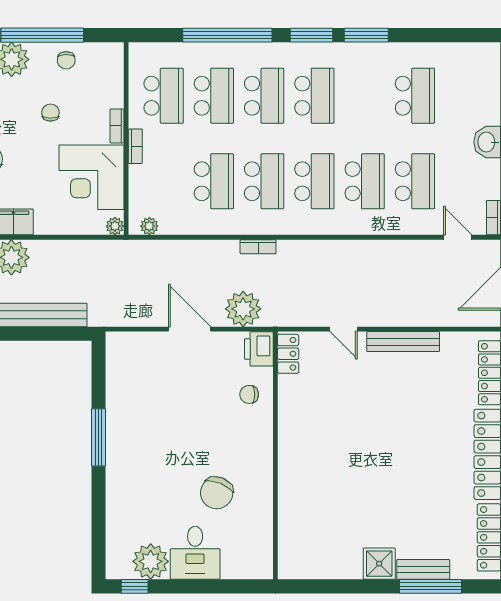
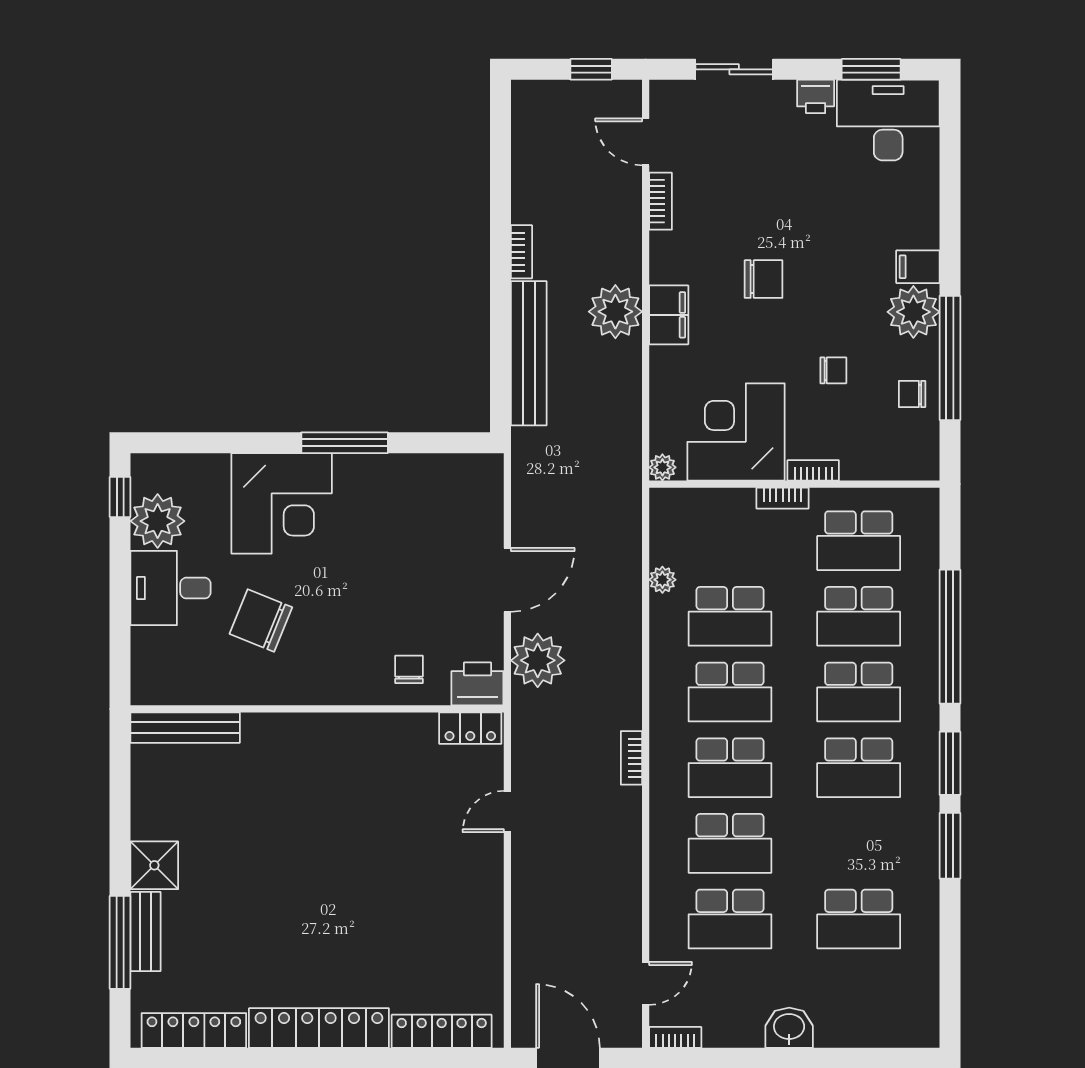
plant: (149, 226) -> (662, 580), moved
bookcase: (258, 247) -> (631, 758), moved
bench: (403, 342) -> (185, 728), moved, turned 90
corner desk: (139, 479) -> (282, 503), added

